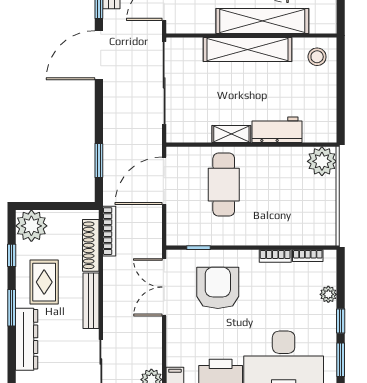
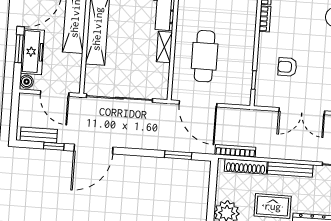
door: (99, 55) -> (93, 149), hinge flipped
cafe table: (224, 185) -> (205, 56), turned 90
double door: (164, 287) -> (302, 111), moved
armchair: (218, 288) -> (287, 67), width x0.53, depth x0.53

